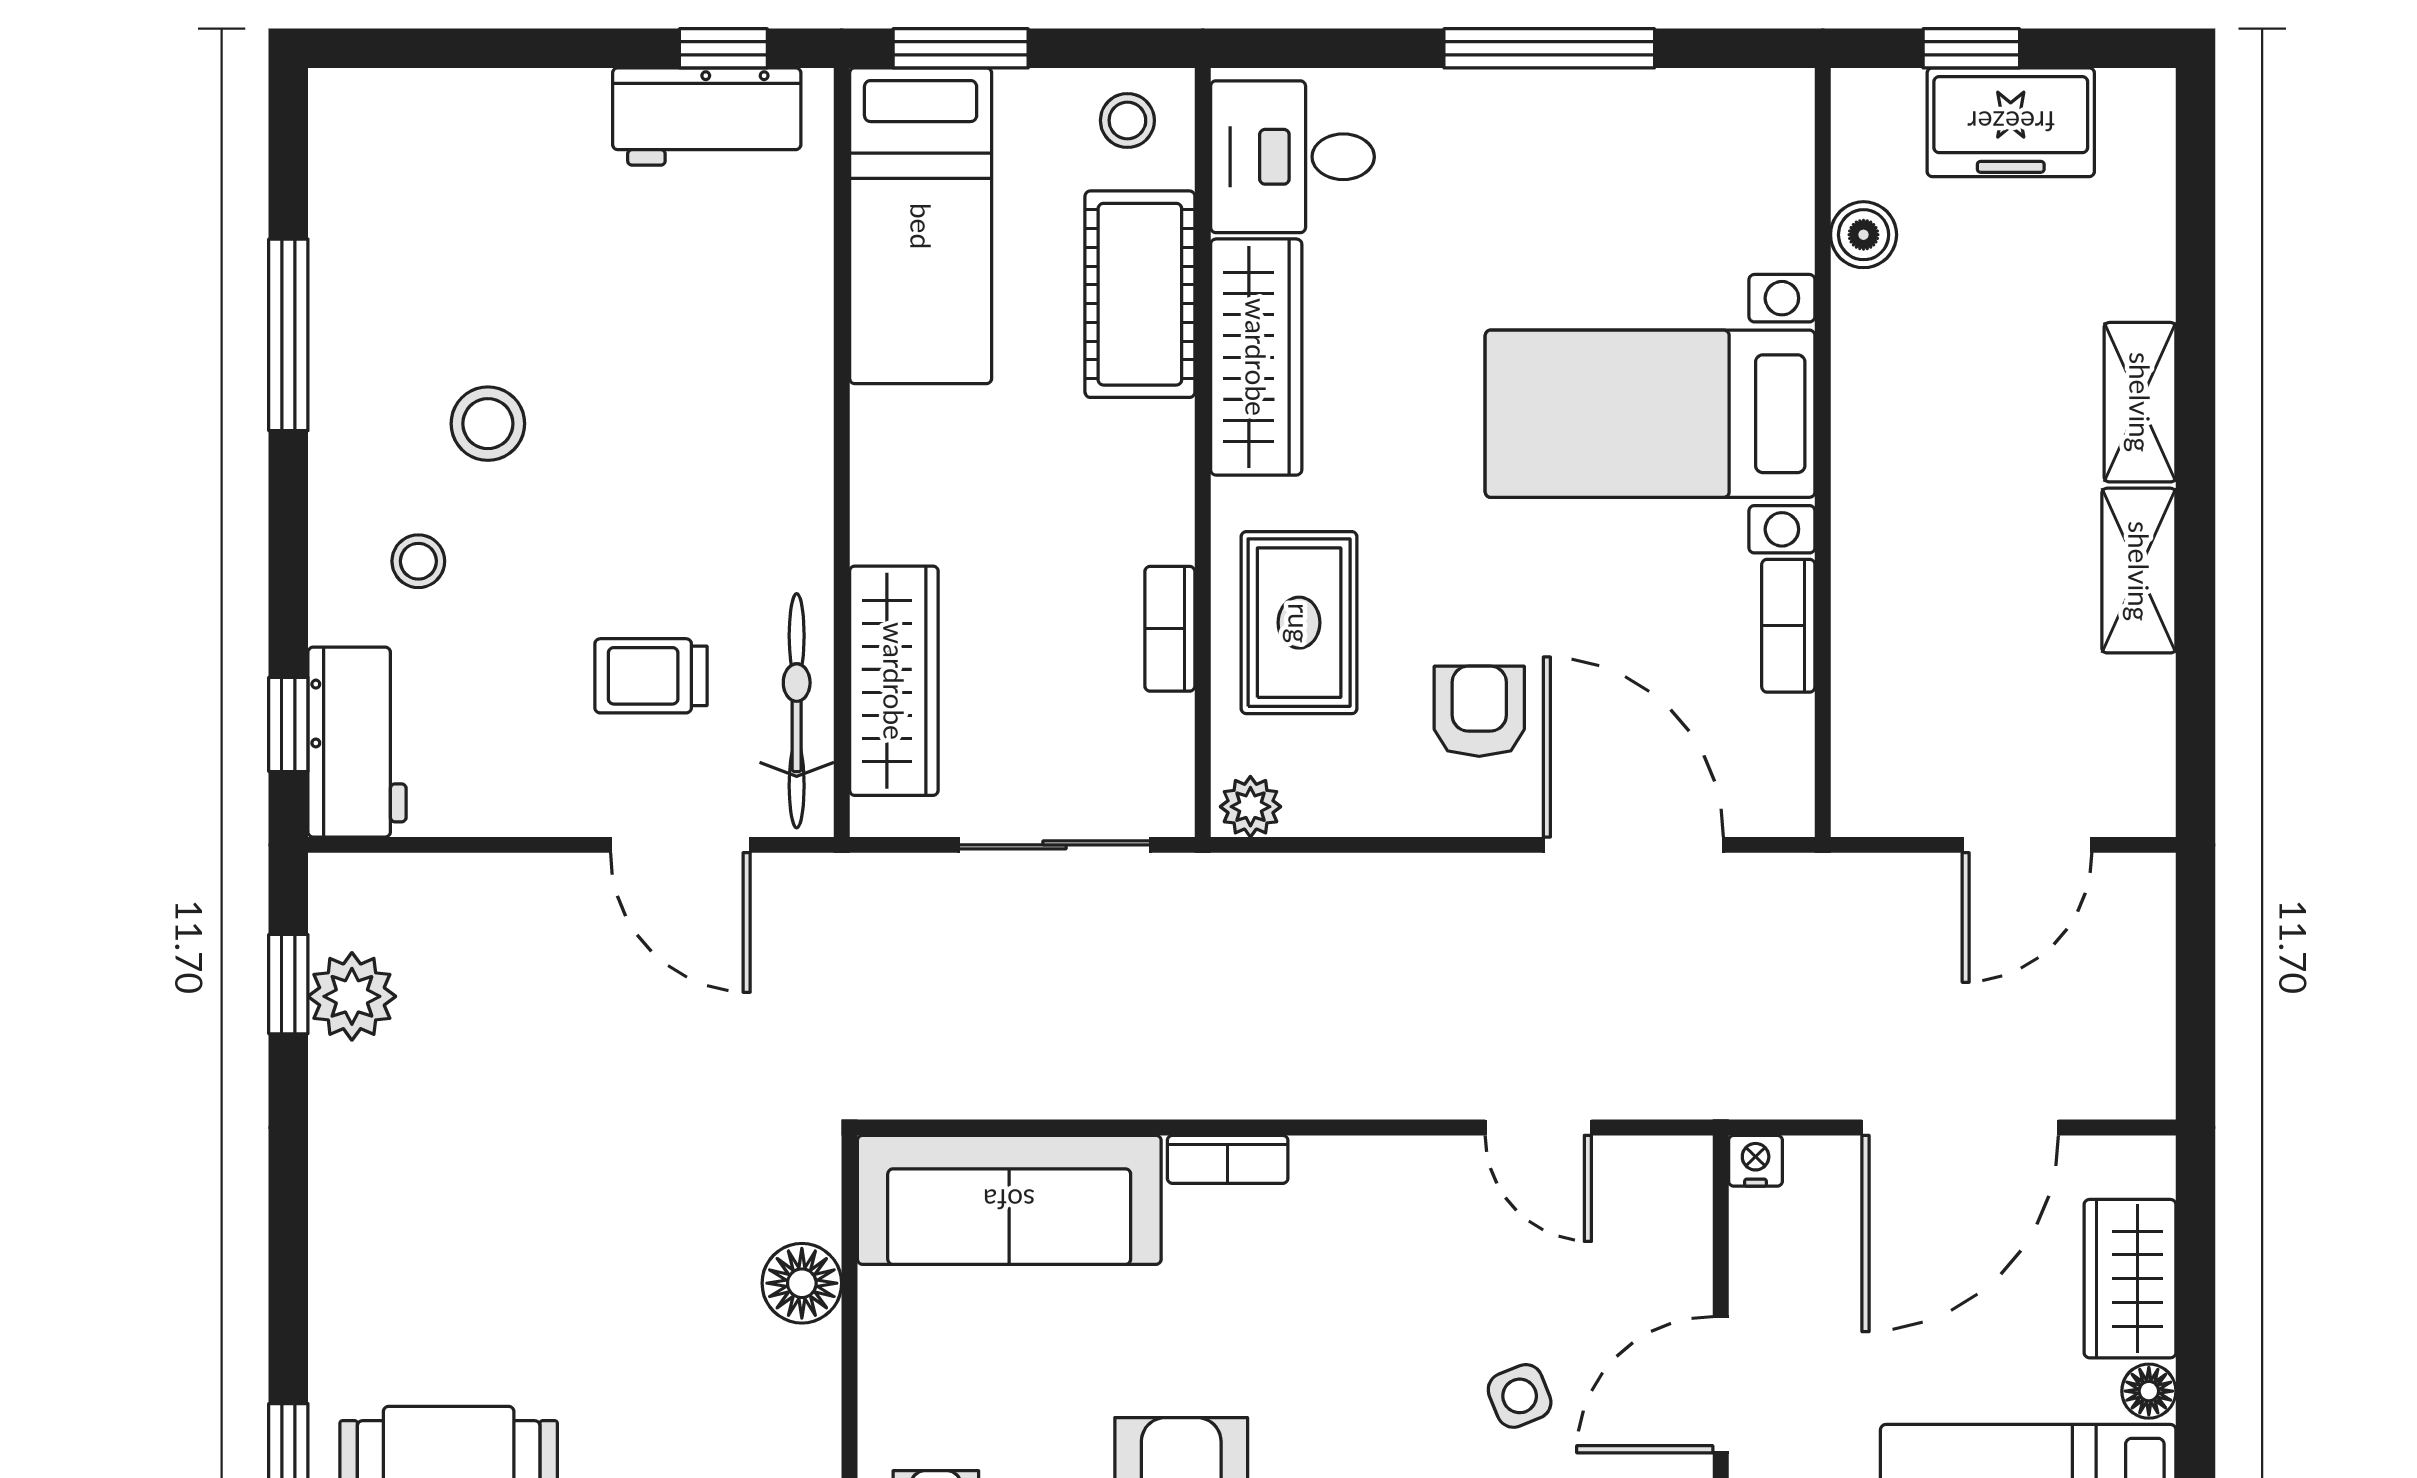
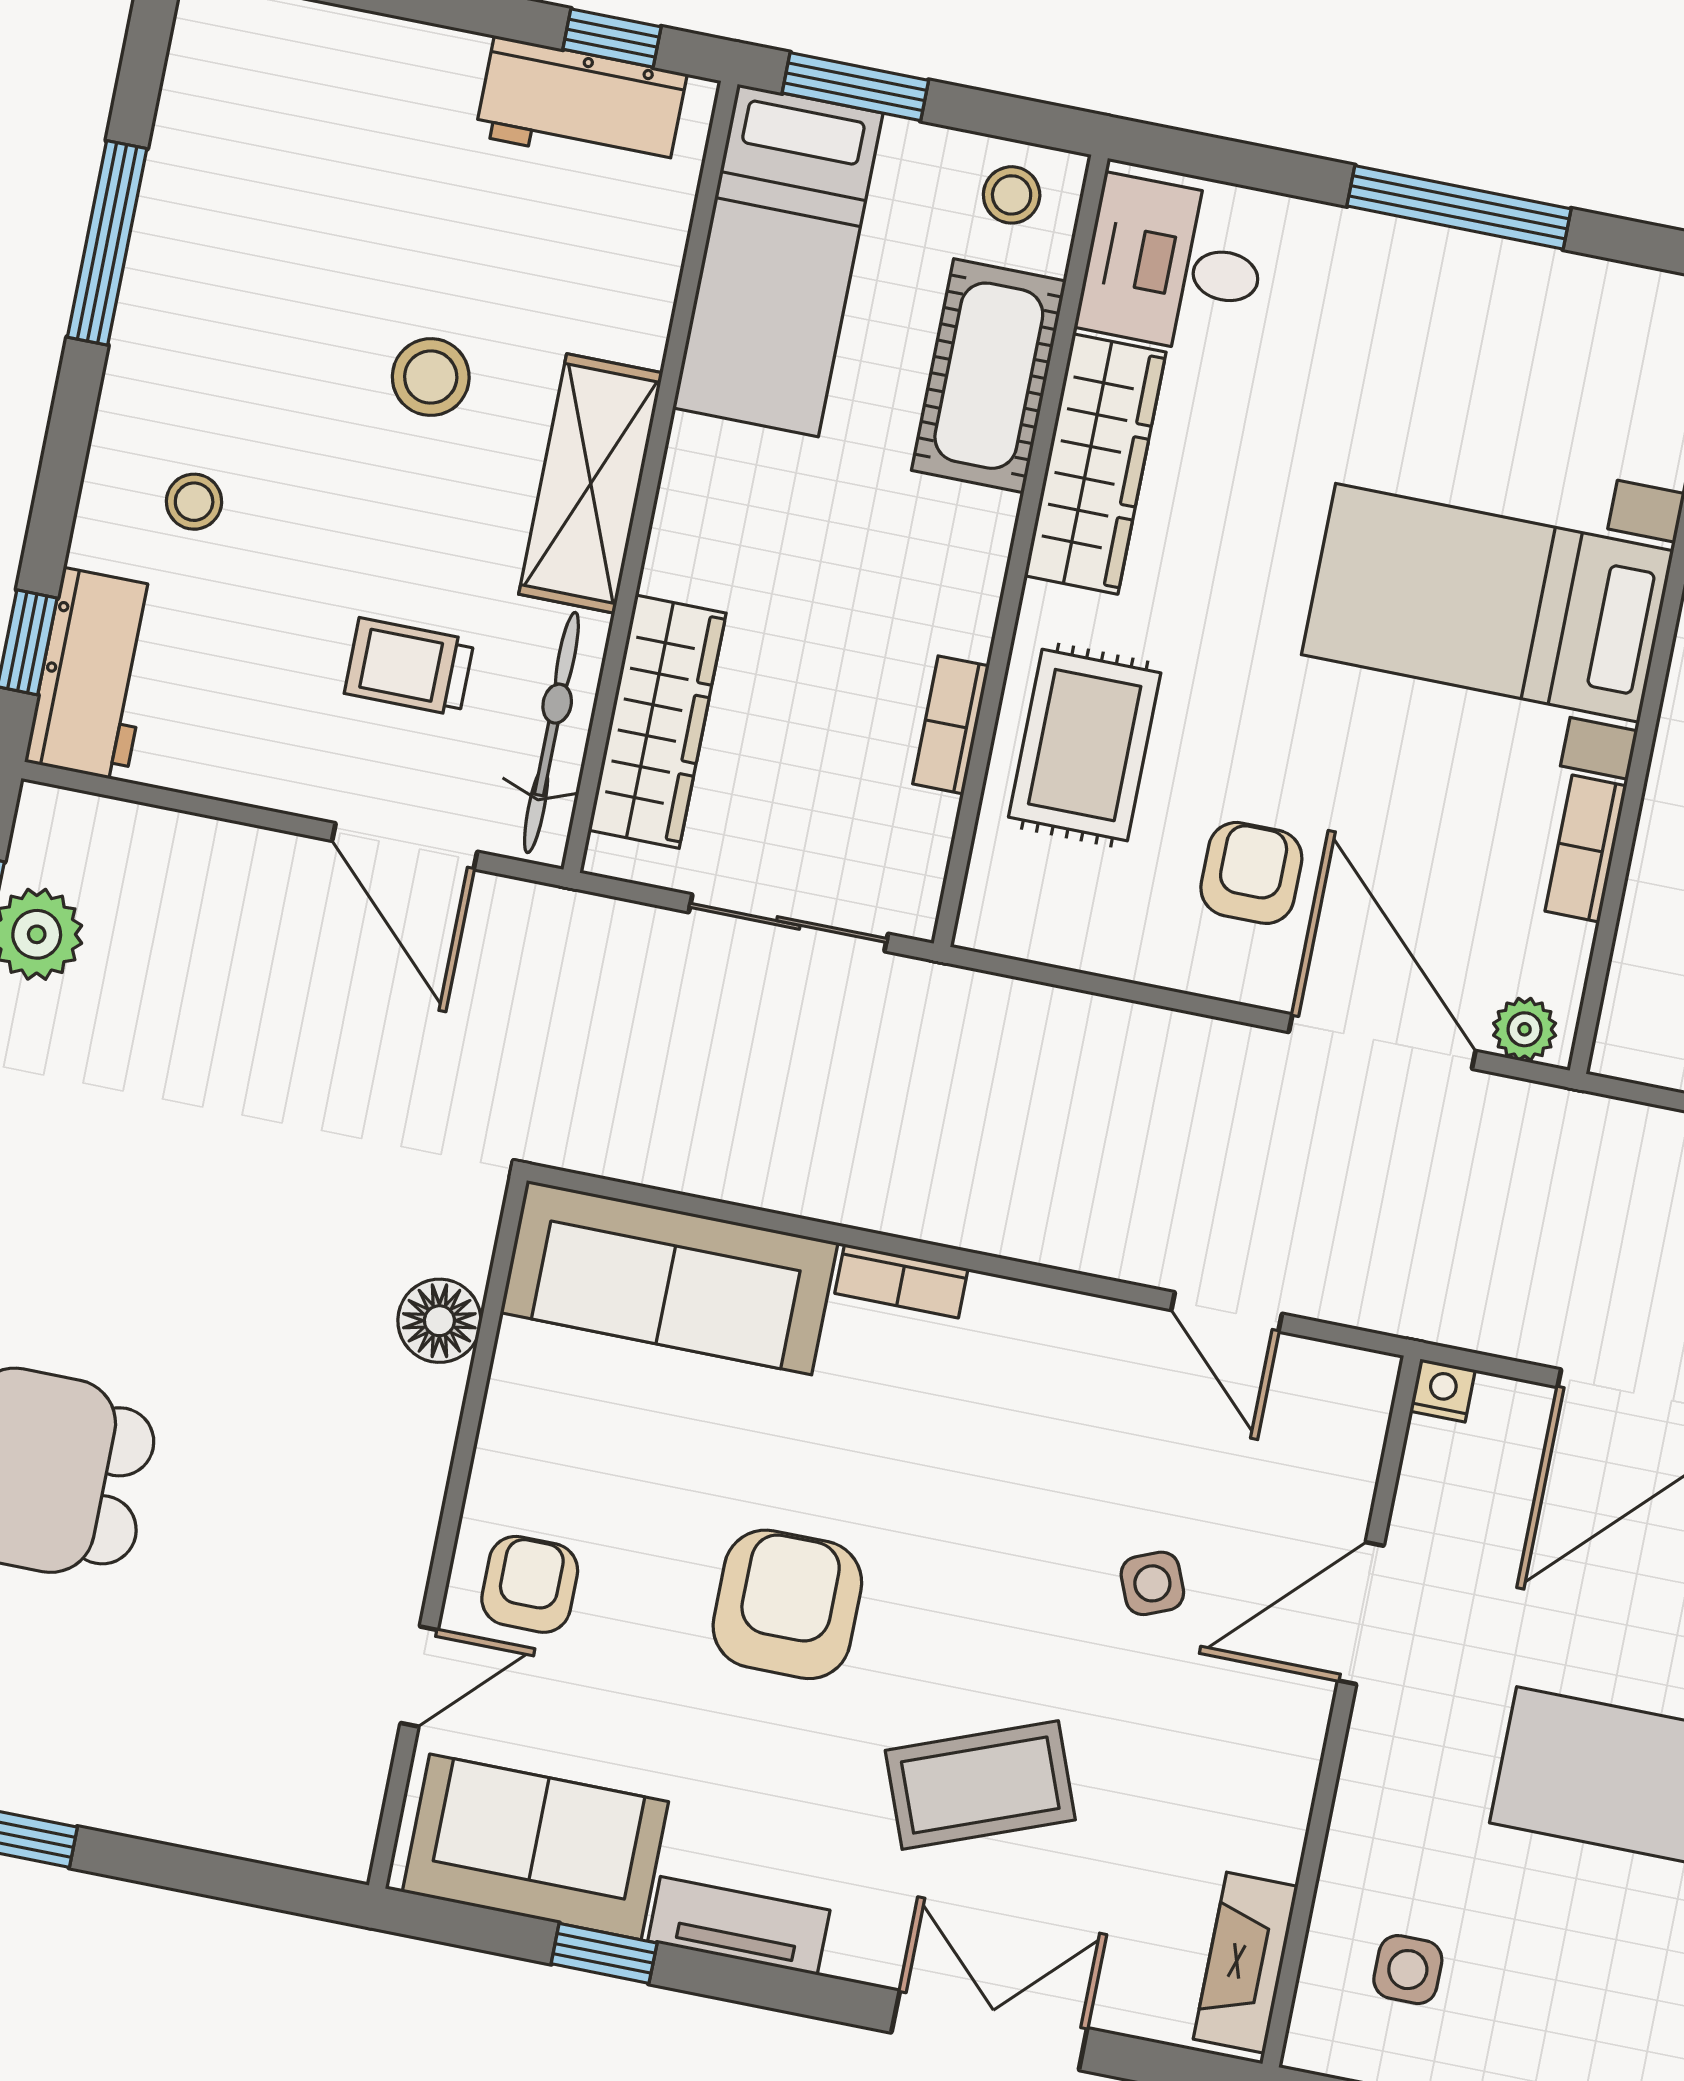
stool: (488, 424) -> (431, 377), moved
shelving: (787, 470) -> (591, 484), added
plant: (1250, 807) -> (1525, 1029), moved

